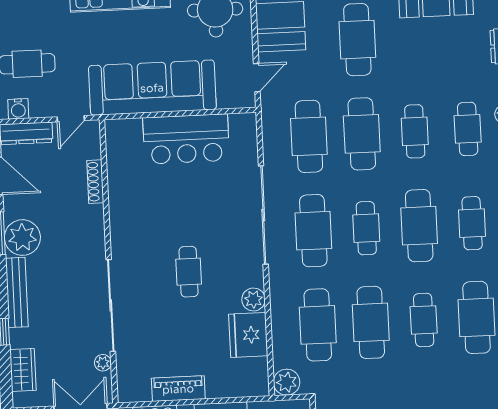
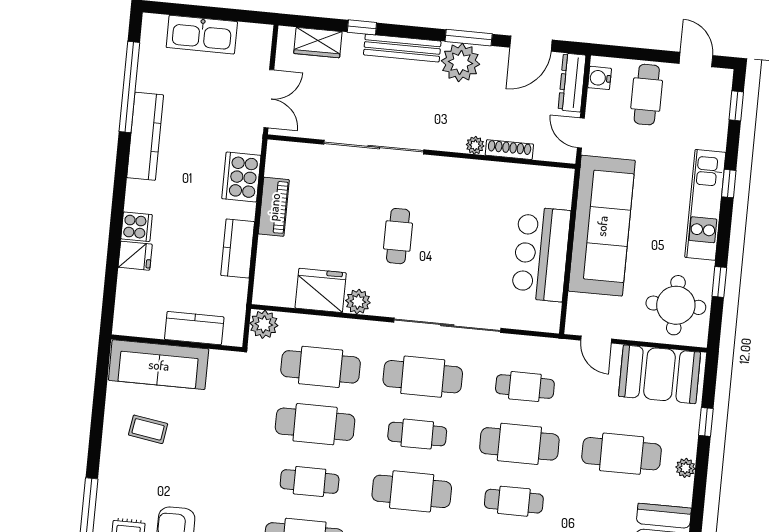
cafe table: (309, 136) -> (525, 387), width x0.73, depth x0.74
cafe table: (189, 272) -> (398, 236), turned 90
plant: (103, 363) -> (475, 145), moved

